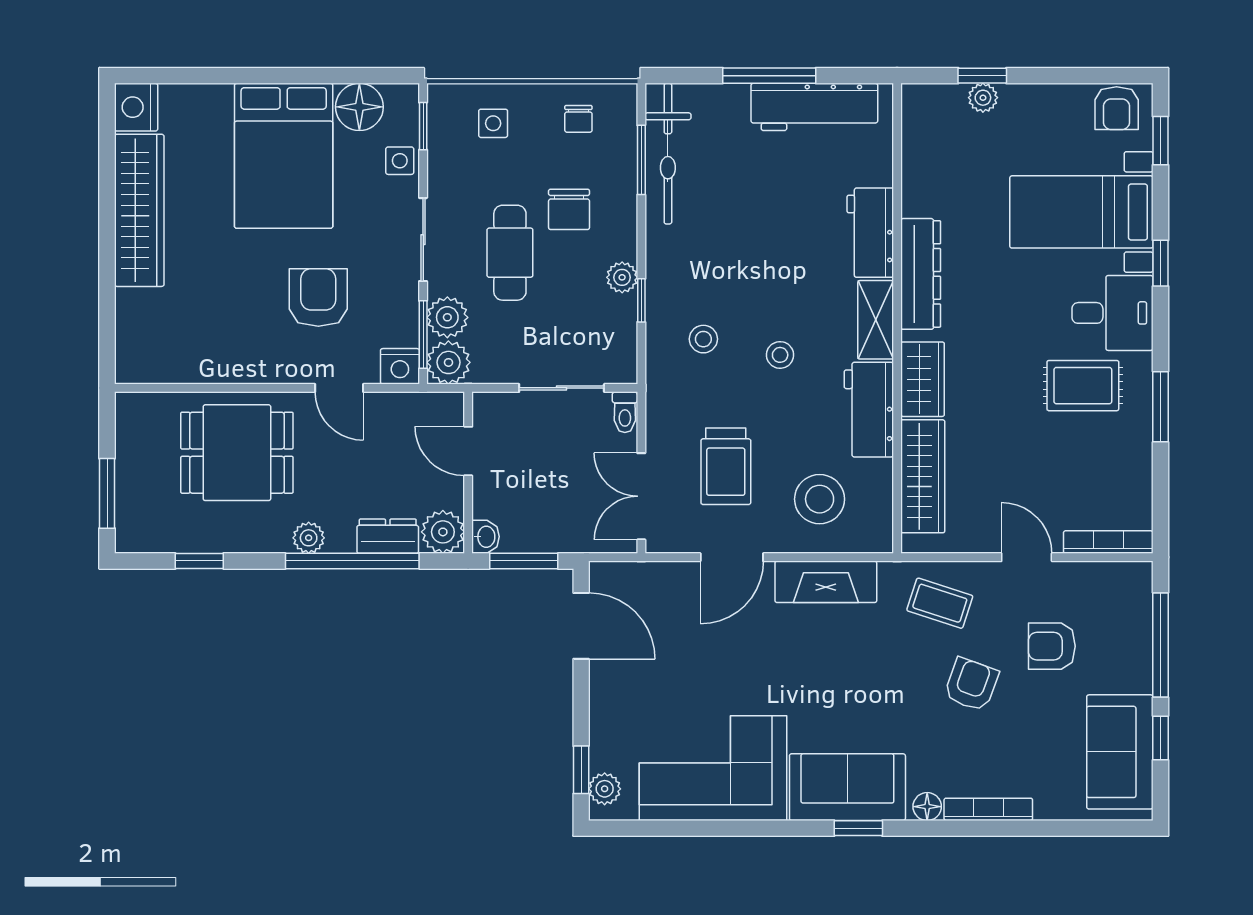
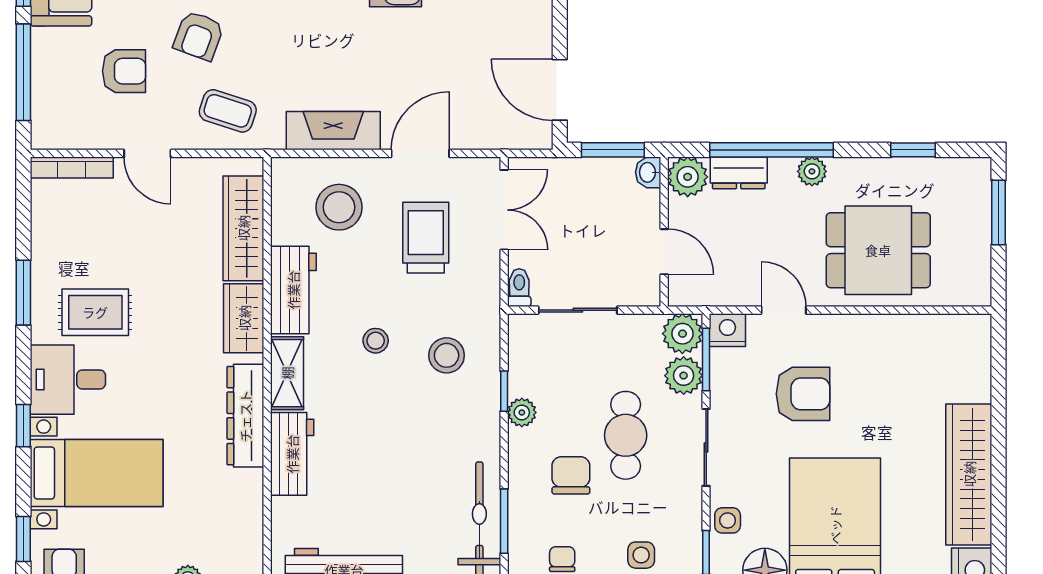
armchair: (318, 297) -> (803, 394), turned -90
stool: (703, 339) -> (447, 355), width x1.37, depth x1.37

